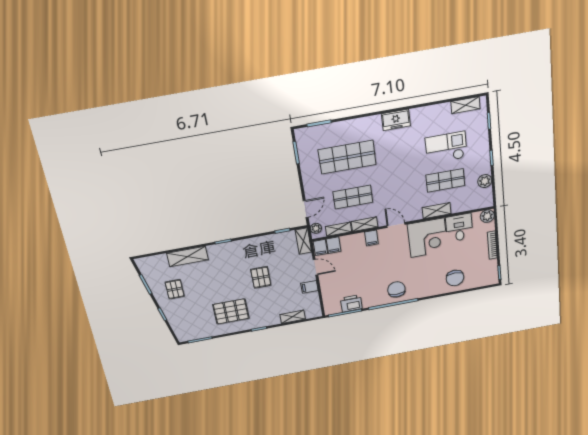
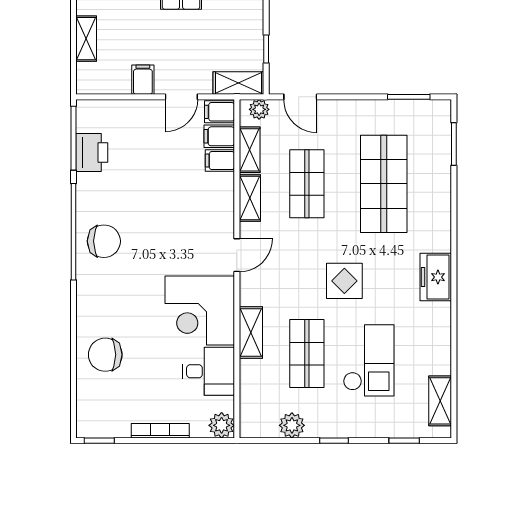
display table: (404, 168) -> (344, 281), added
filing cabinet: (371, 238) -> (220, 161), moved

